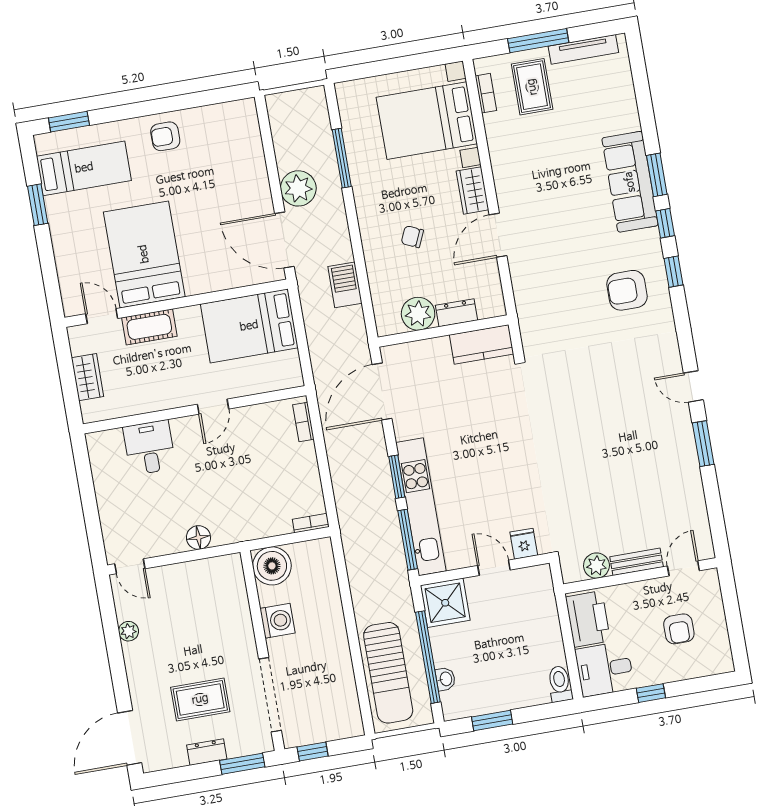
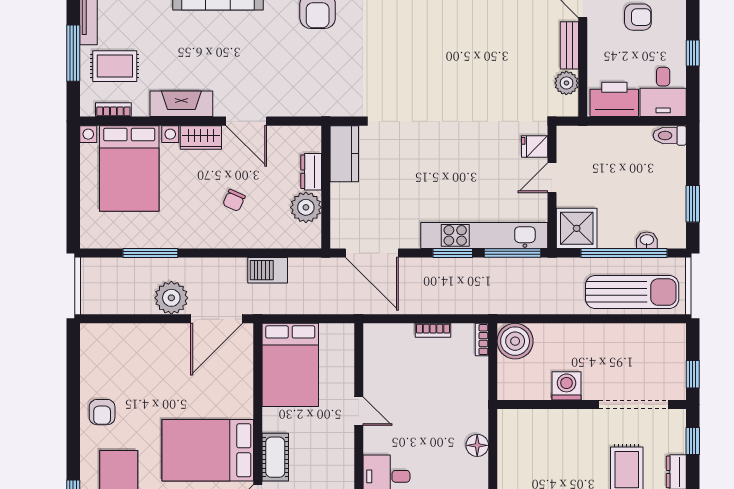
fireplace: (504, 164) -> (181, 104), added
bookcase: (303, 422) -> (433, 330), moved
boiler: (272, 566) -> (515, 341), moved
window: (242, 764) -> (693, 441), width x0.67

